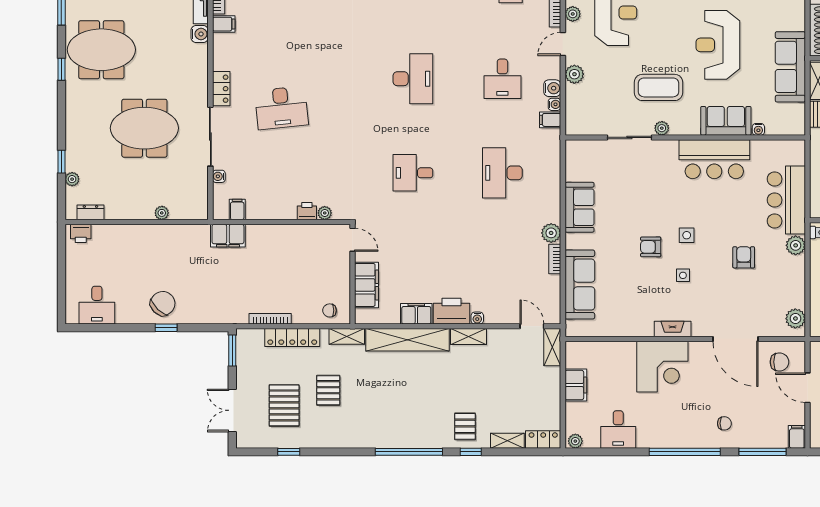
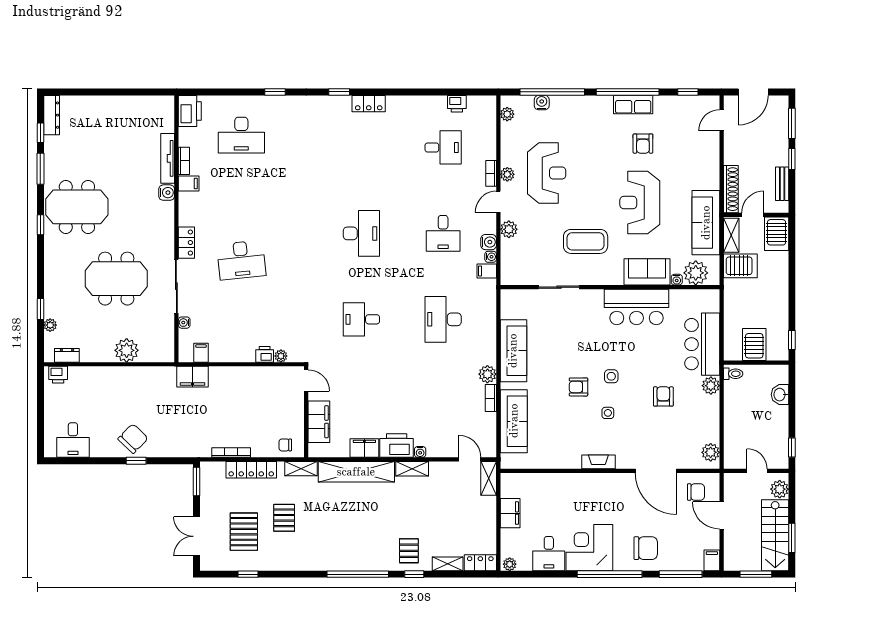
plant: (662, 128) -> (696, 273), moved, width x1.88, depth x1.88
sofa: (580, 207) -> (513, 351), width x1.36
plant: (162, 213) -> (127, 350), width x1.88, depth x1.88
corner desk: (662, 367) -> (589, 548), moved, turned 180
chair: (724, 423) -> (646, 548), width x1.87, depth x1.87

